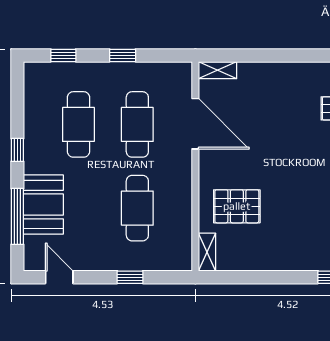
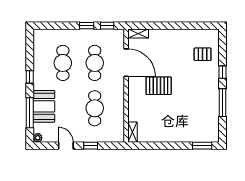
window: (63, 55) -> (107, 26), moved
pallet: (237, 206) -> (159, 86), moved
plant: (32, 263) -> (38, 138), added
door: (59, 277) -> (66, 146), moved

